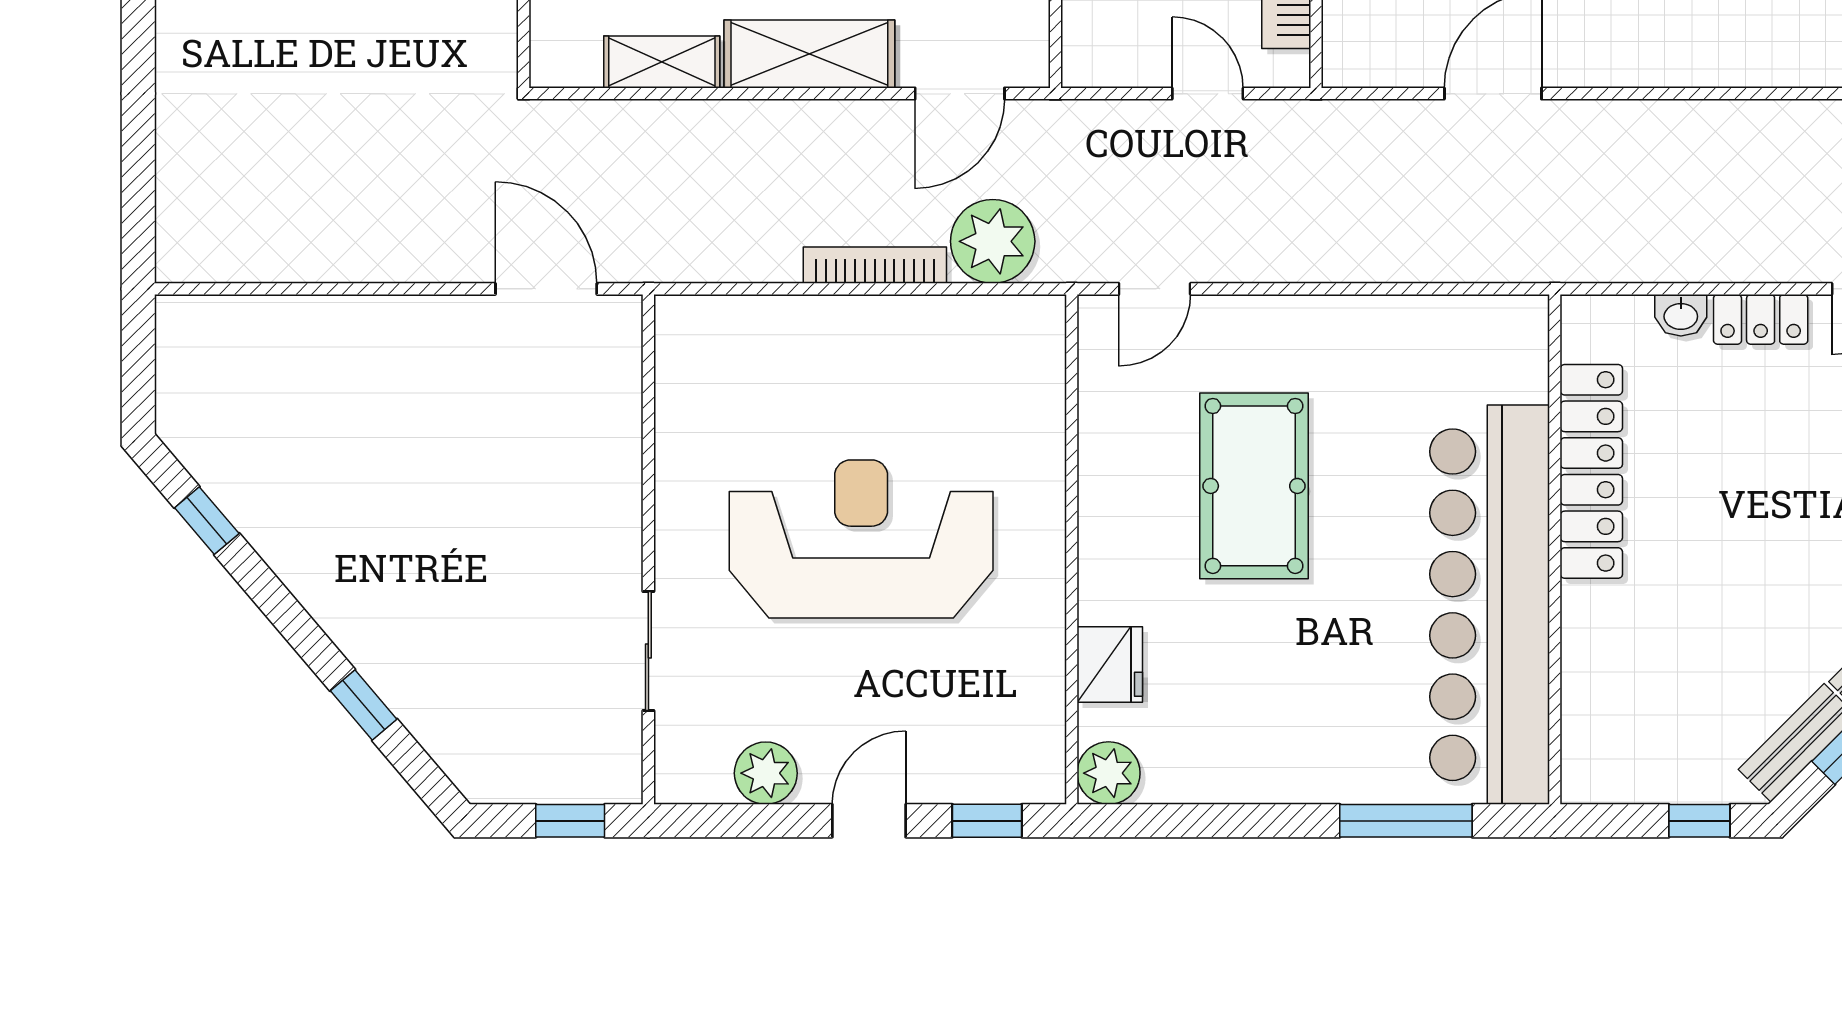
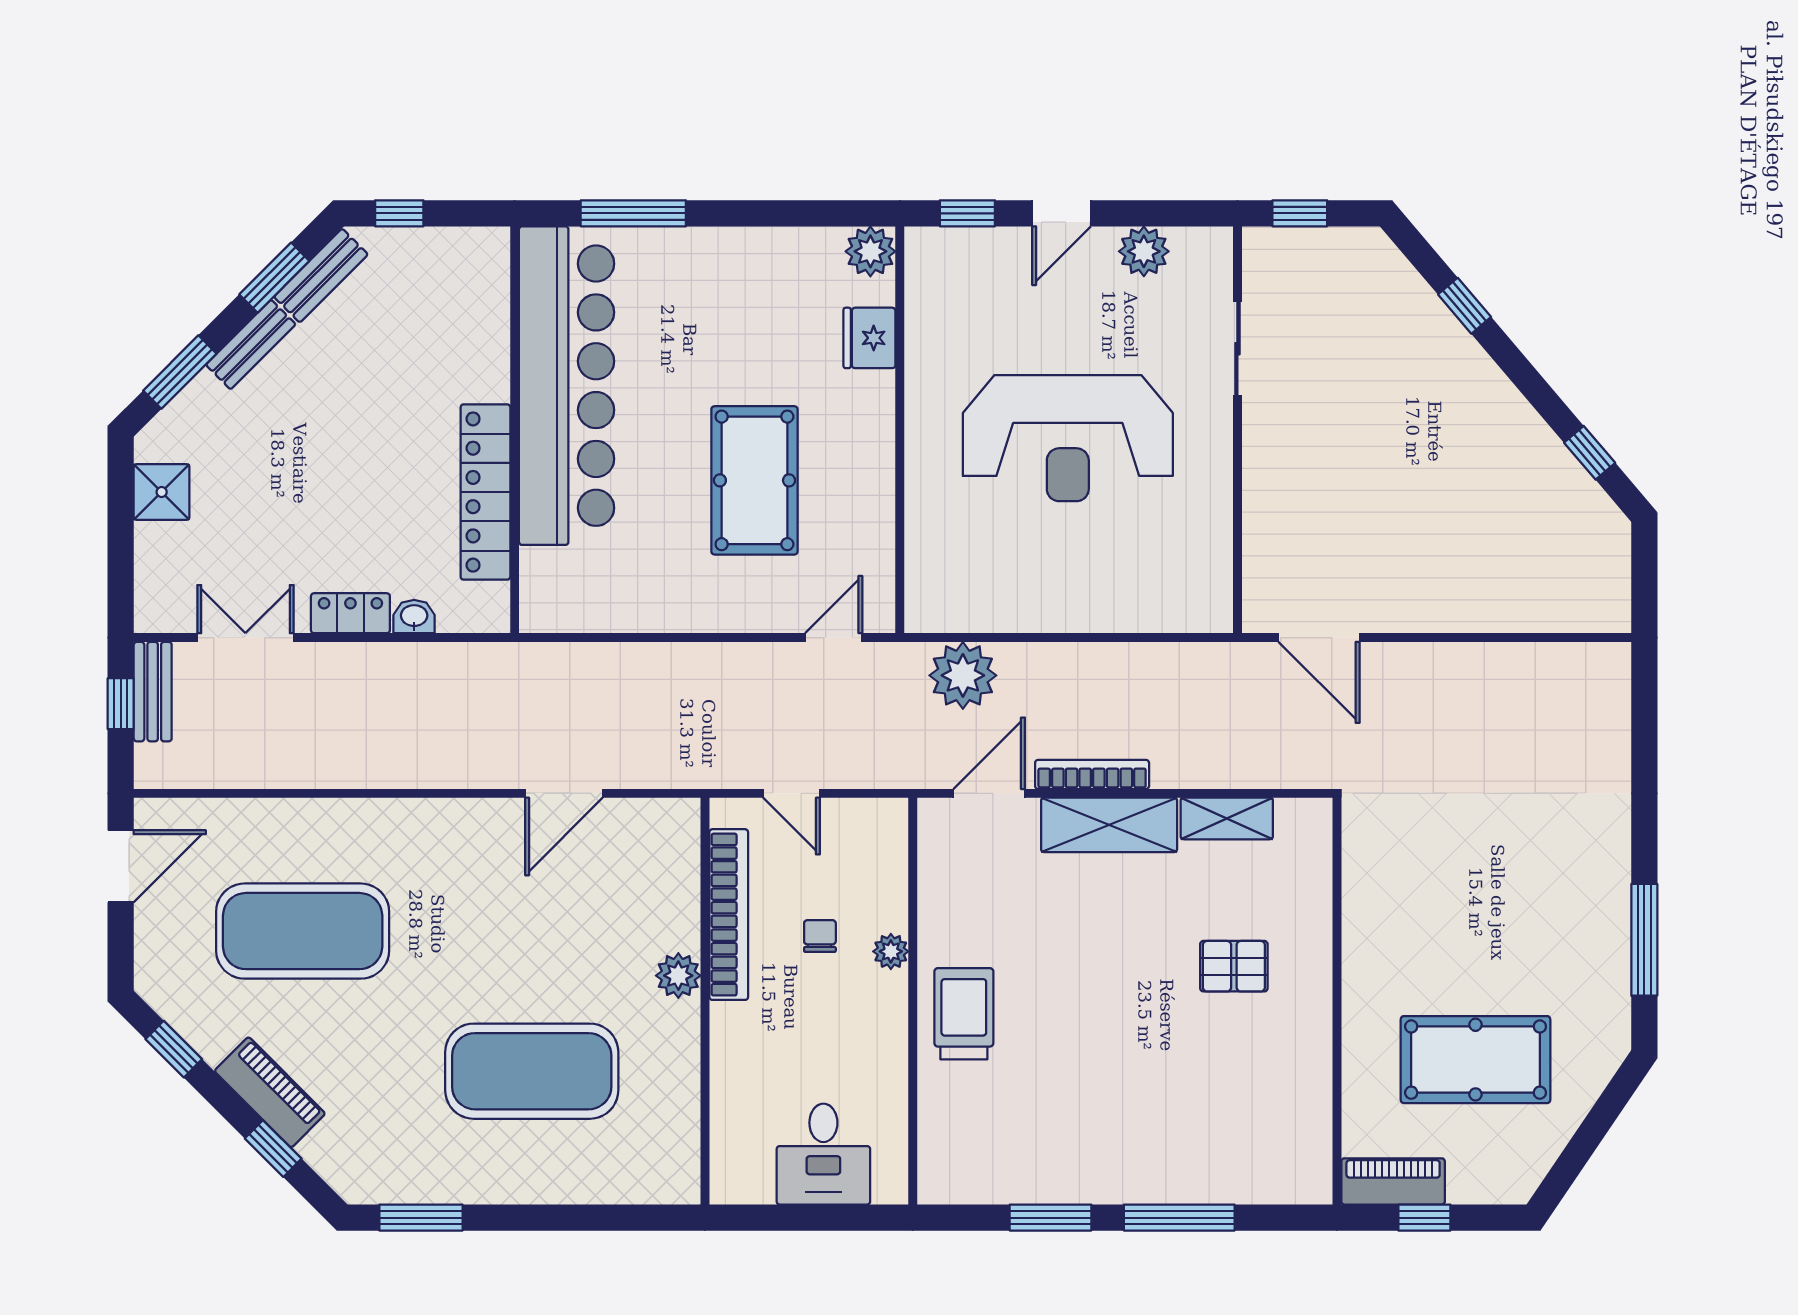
bookcase: (875, 265) -> (1092, 774), moved, turned 180

